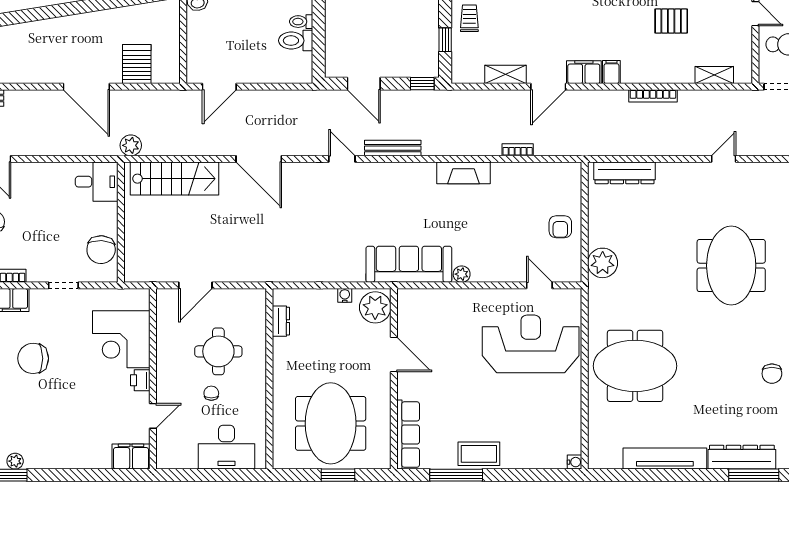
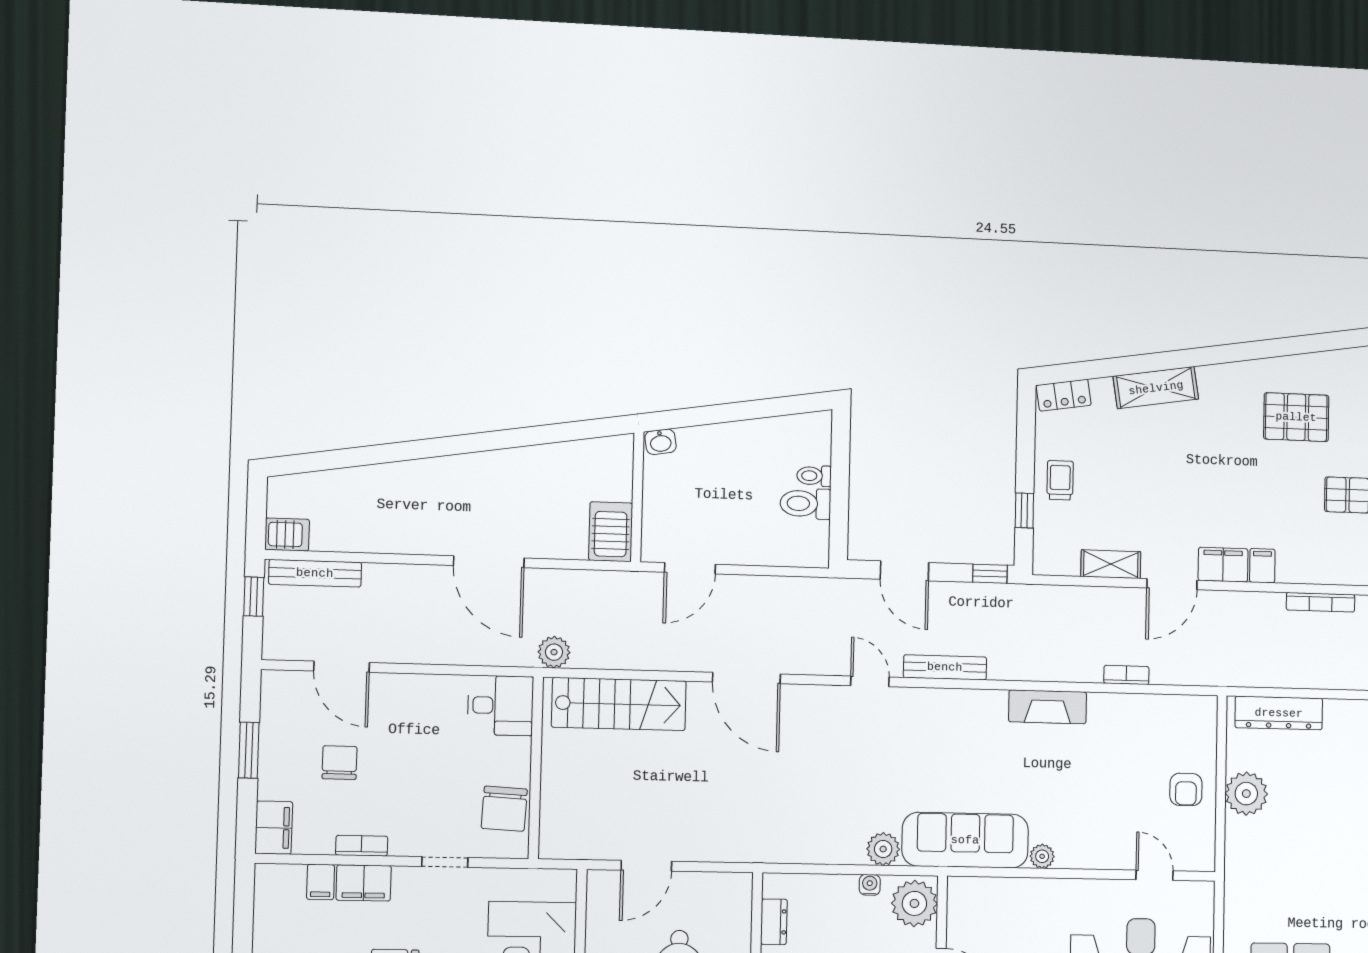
server rack: (137, 64) -> (611, 532), moved
plant: (603, 263) -> (1246, 794), moved
plant: (353, 271) -> (883, 849), added

